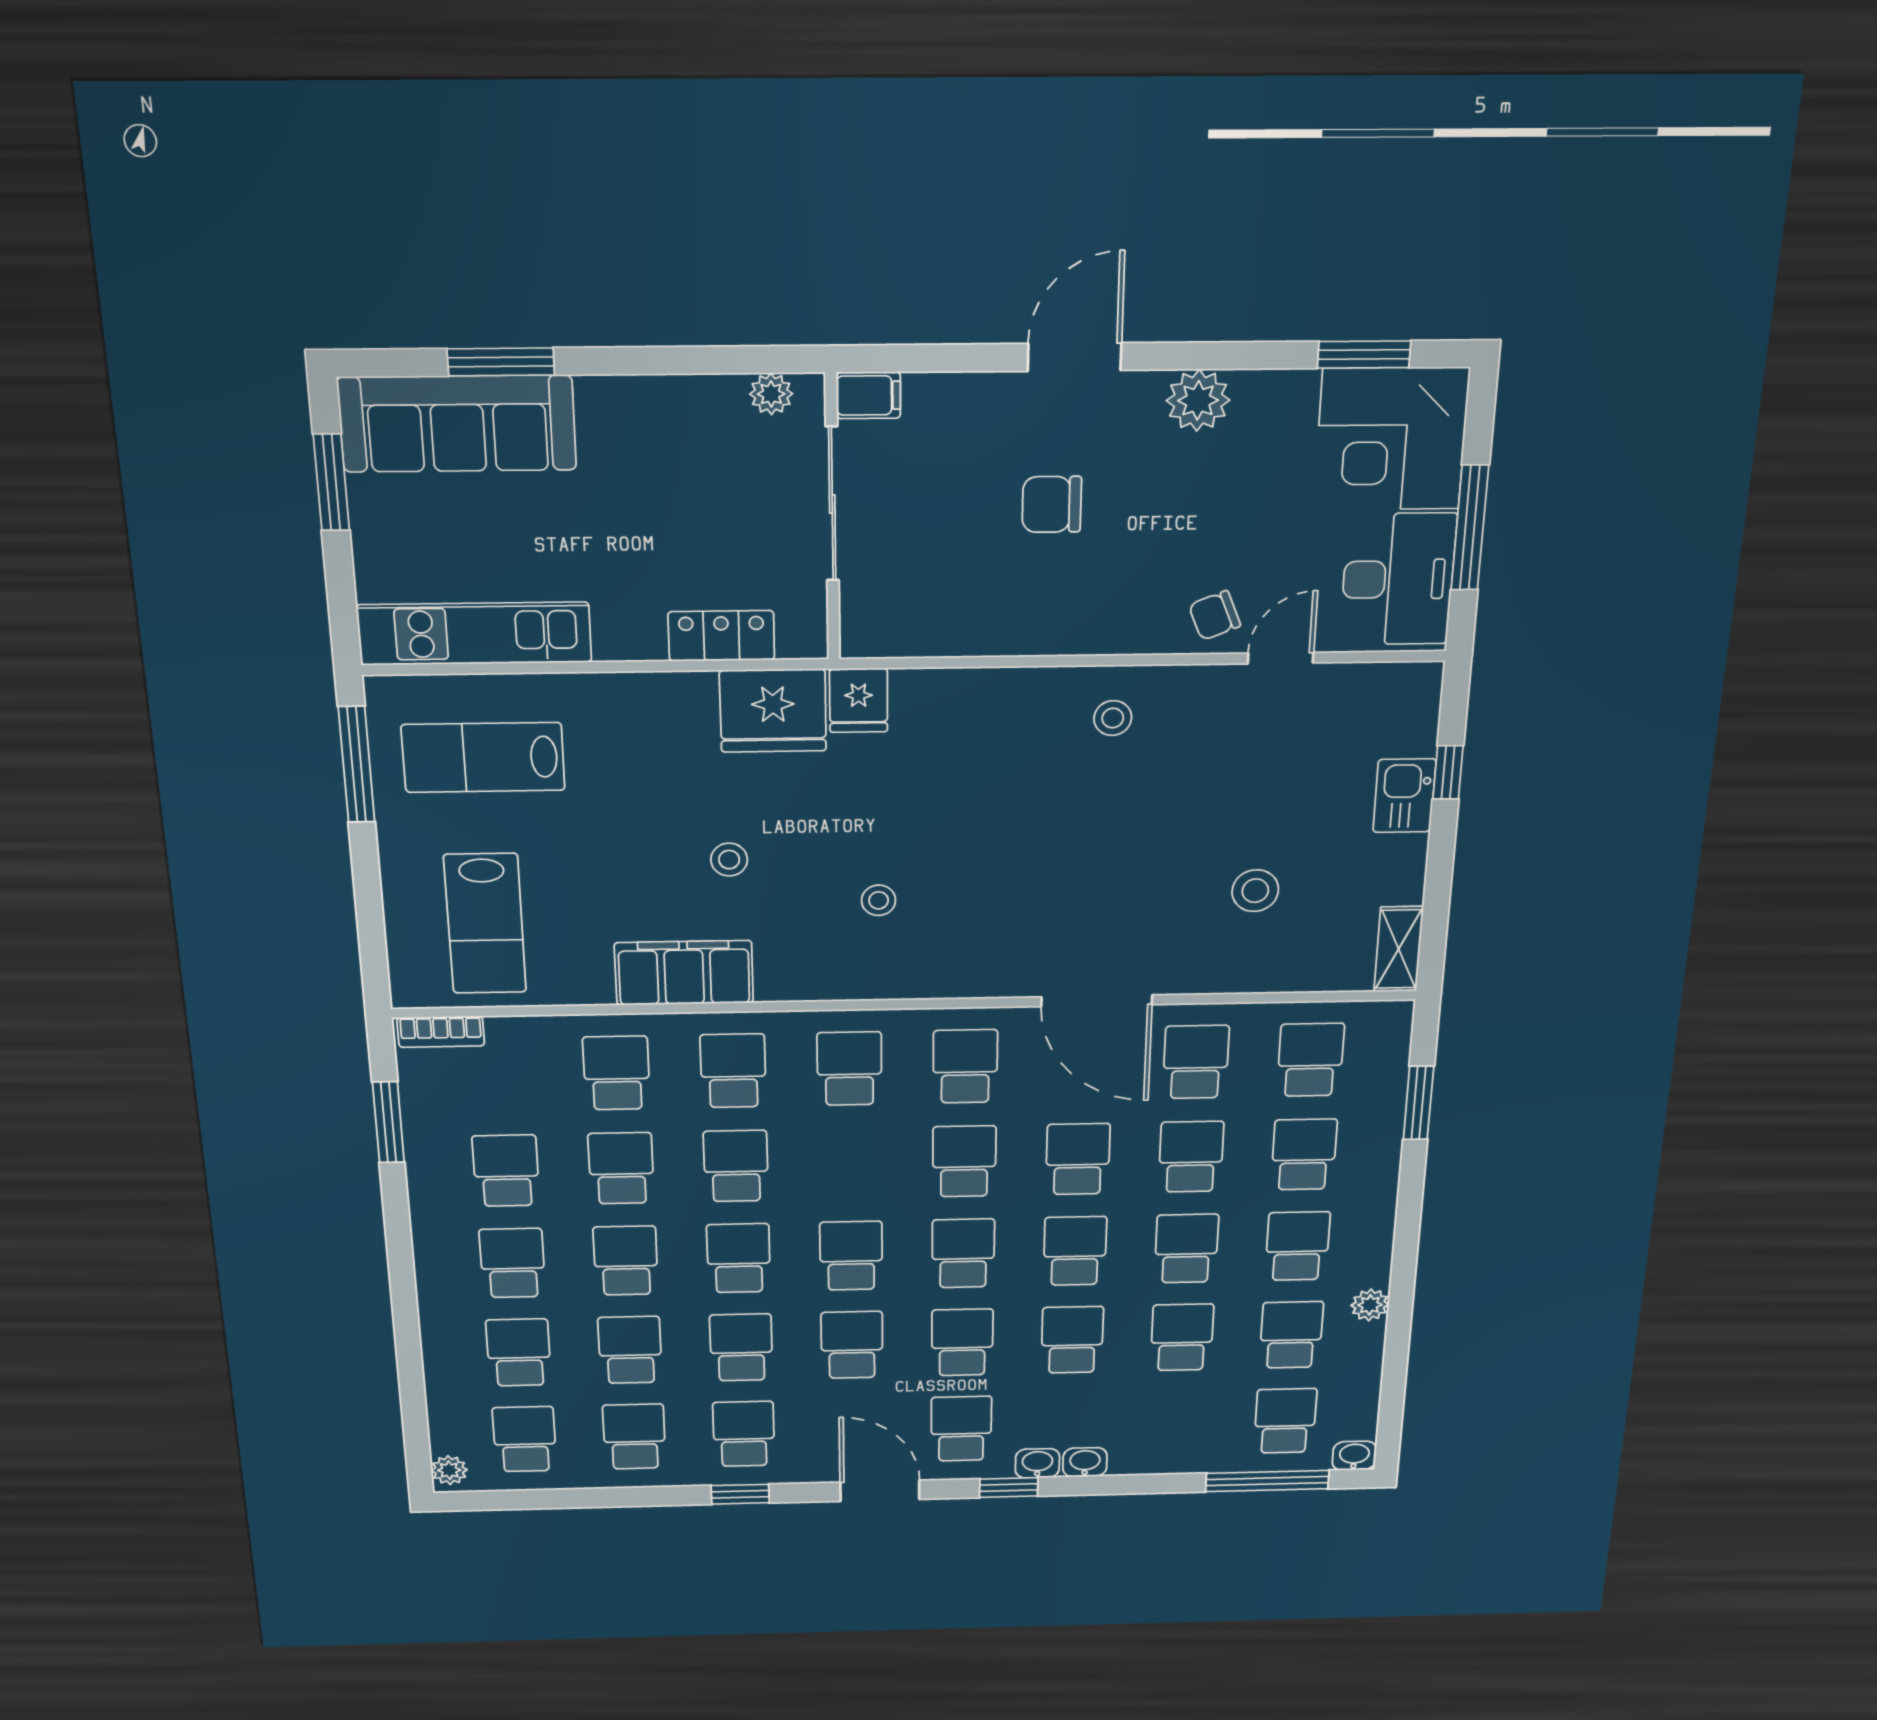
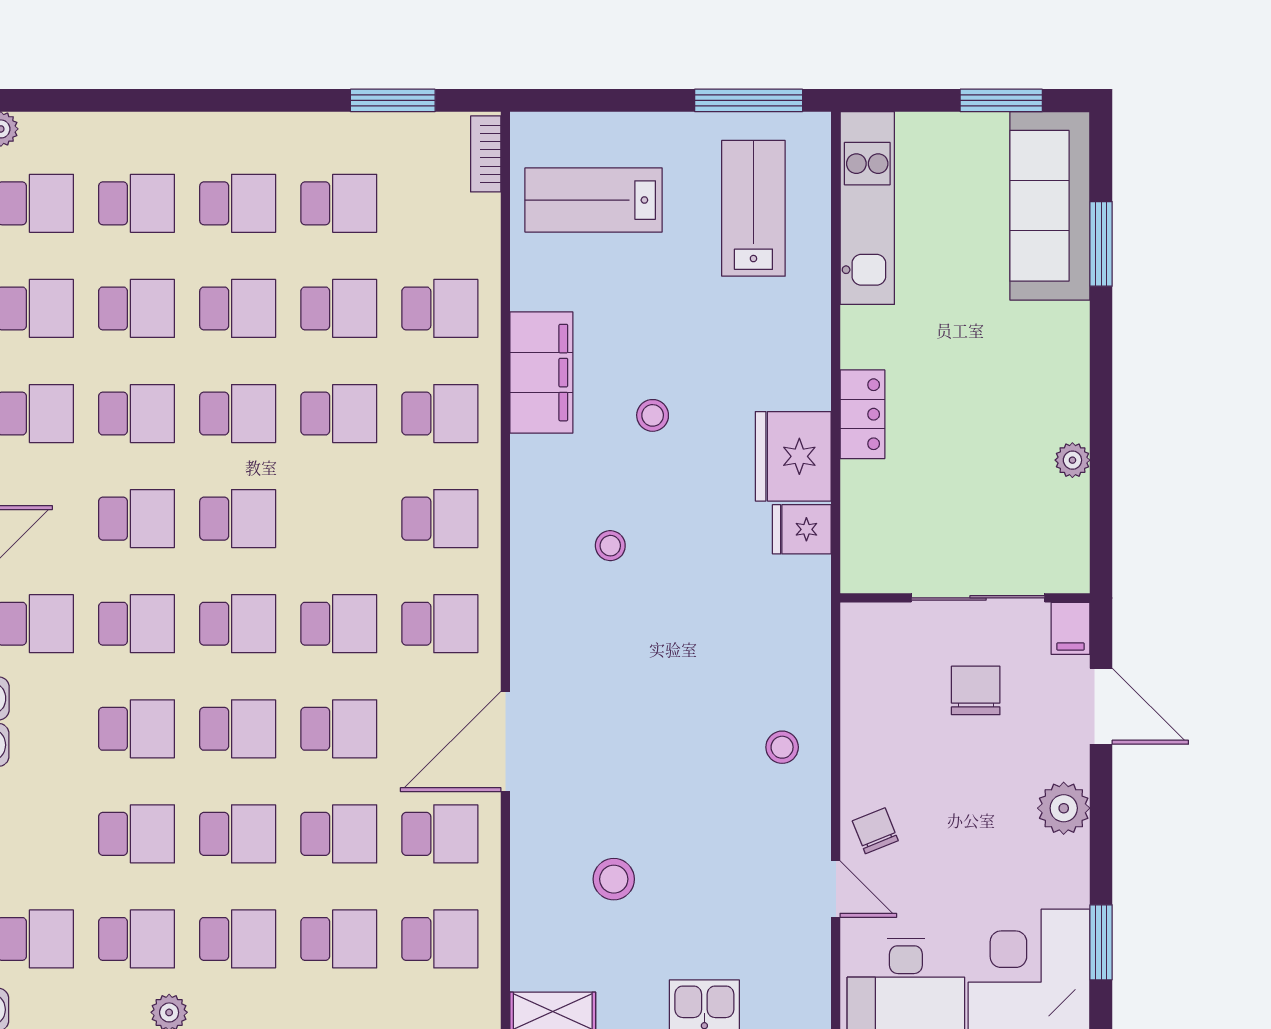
filing cabinet: (869, 395) -> (1070, 628), moved
sliding door: (832, 504) -> (978, 598), moved
wall: (832, 519) -> (965, 598), moved

